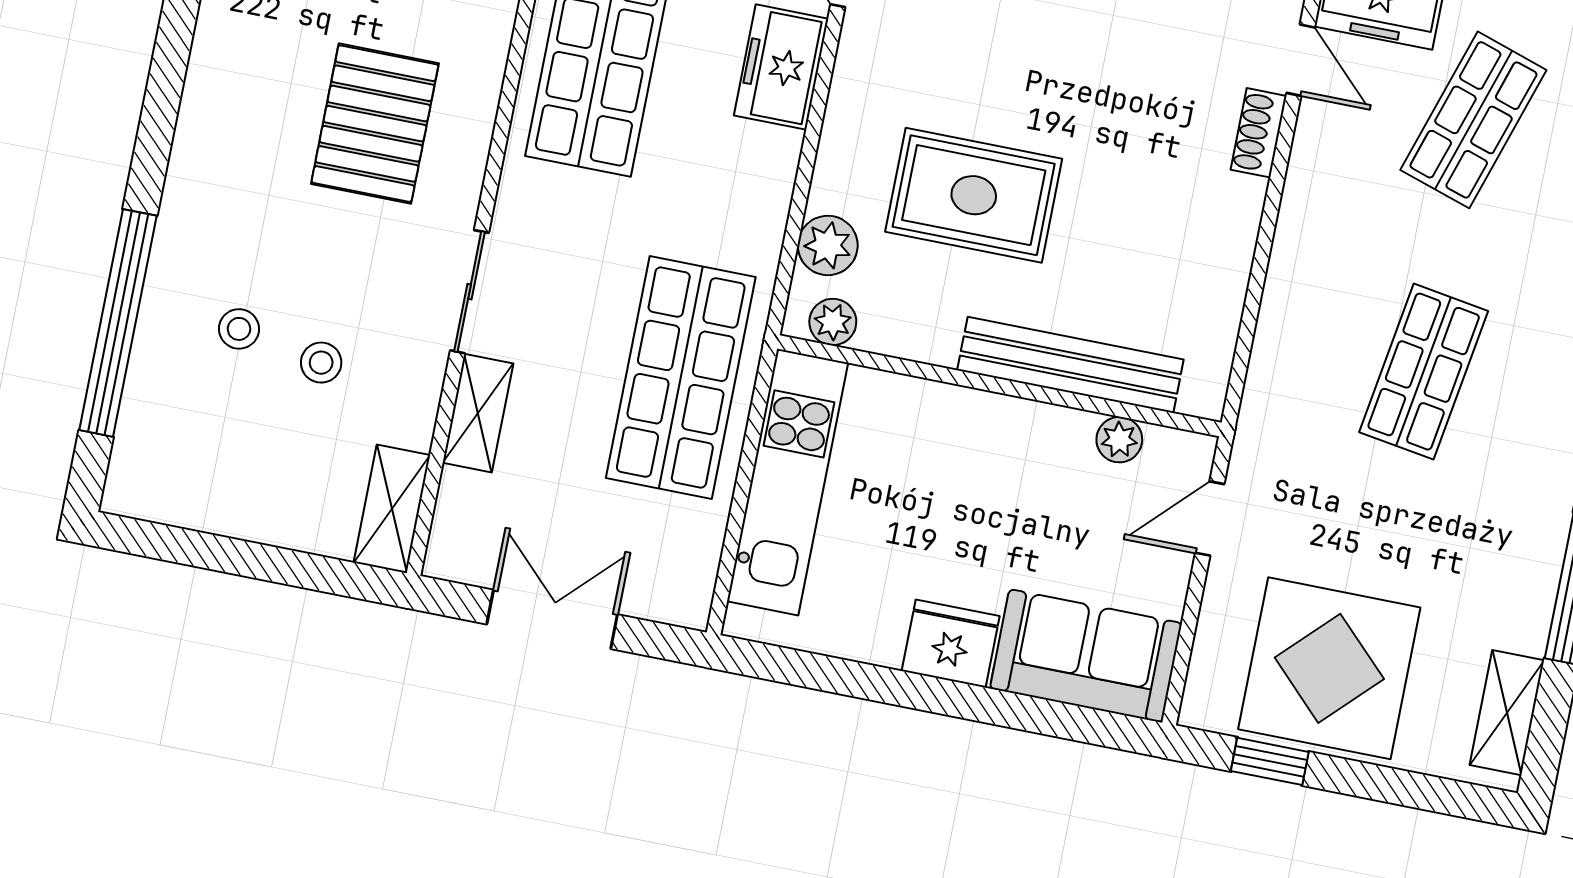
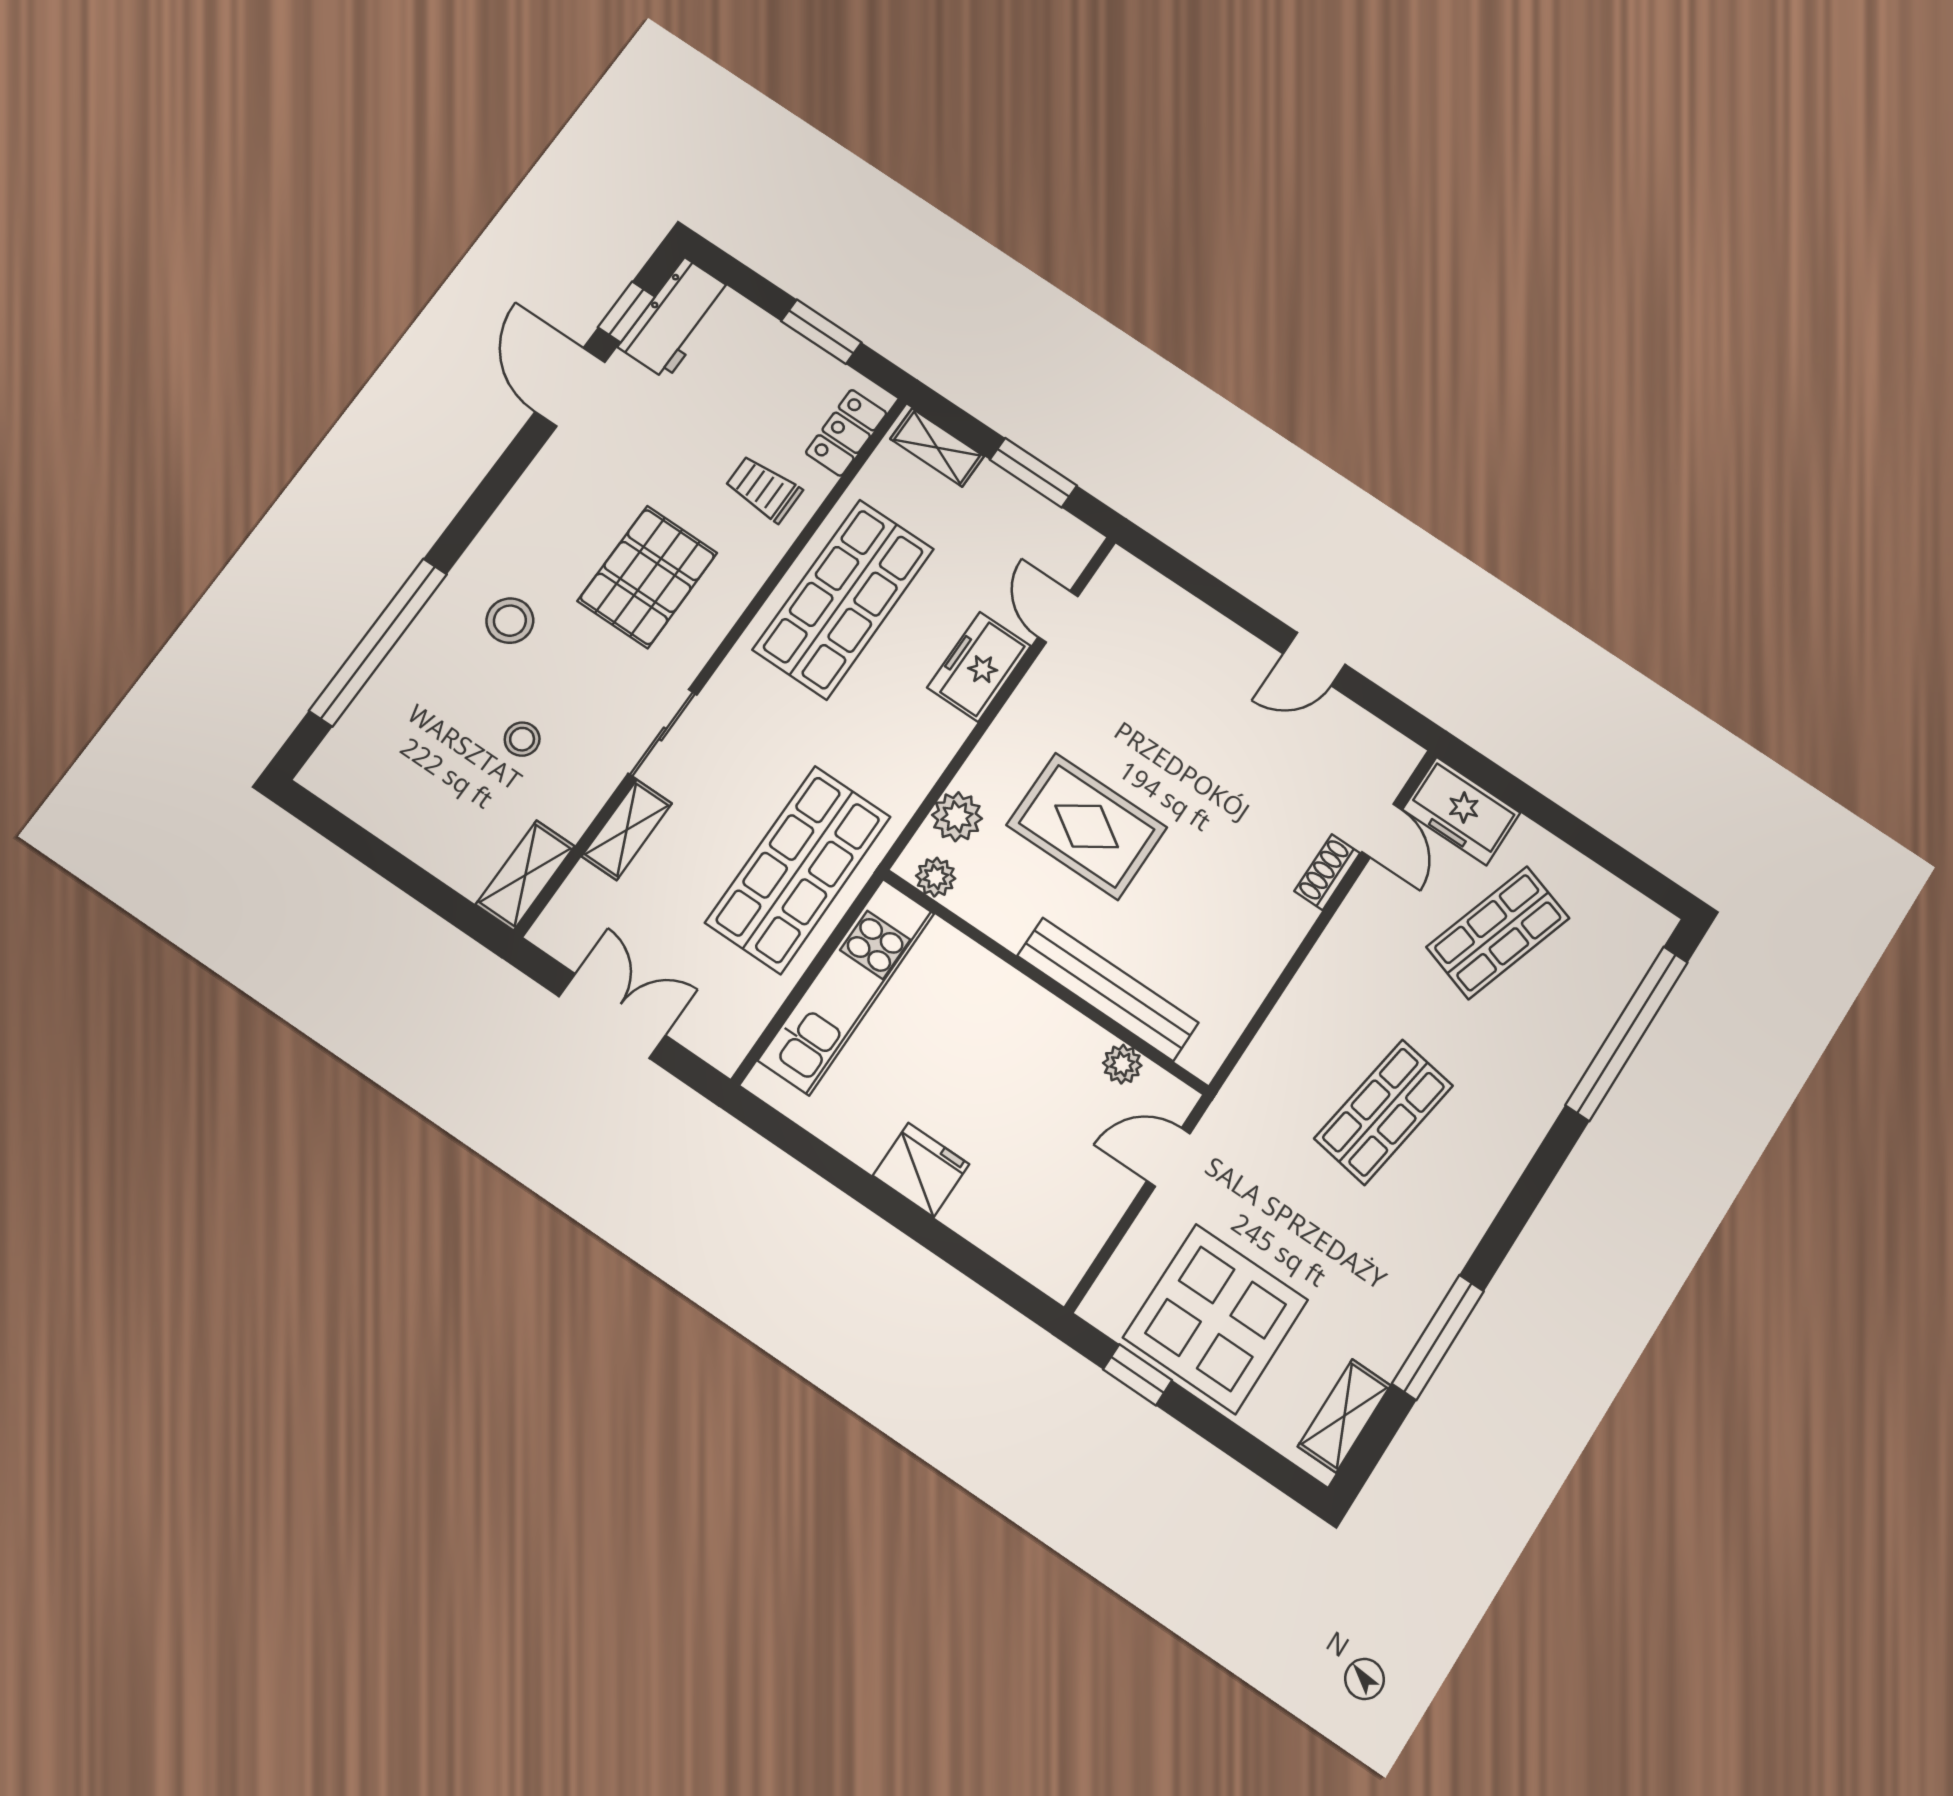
stool: (239, 329) -> (510, 621), moved, width x1.37, depth x1.37
sofa: (1086, 656) -> (1025, 1226), removed

